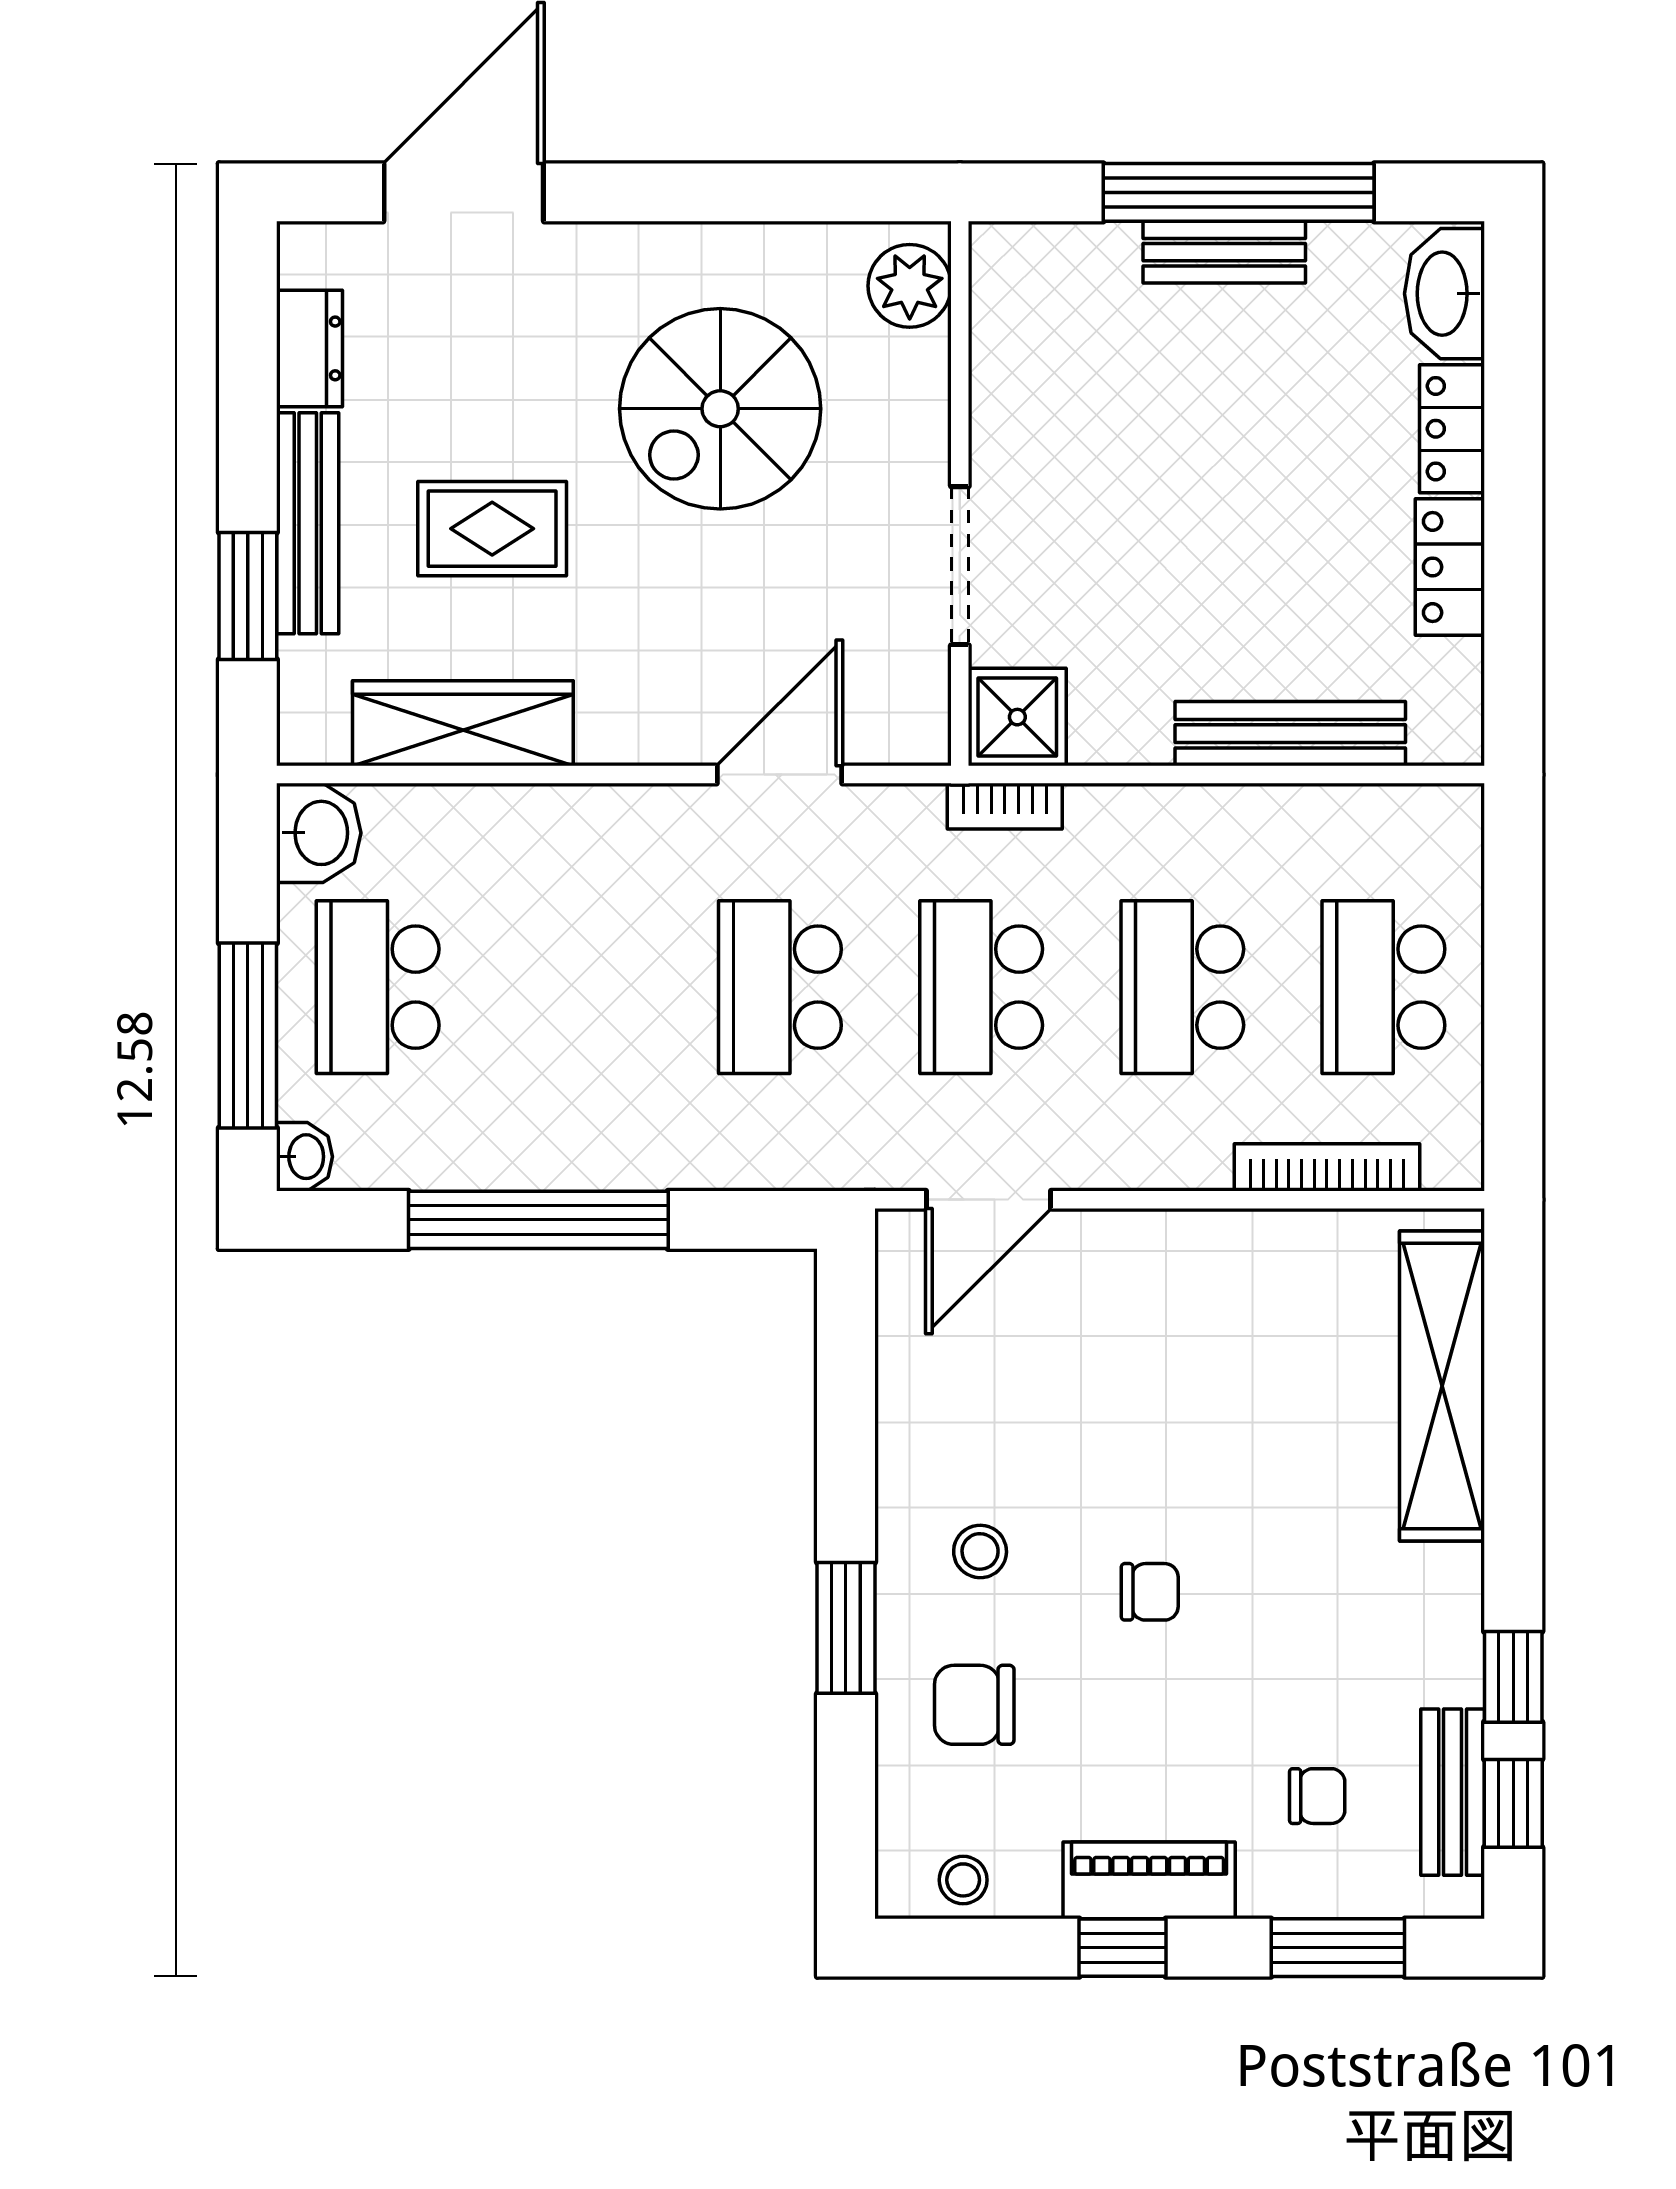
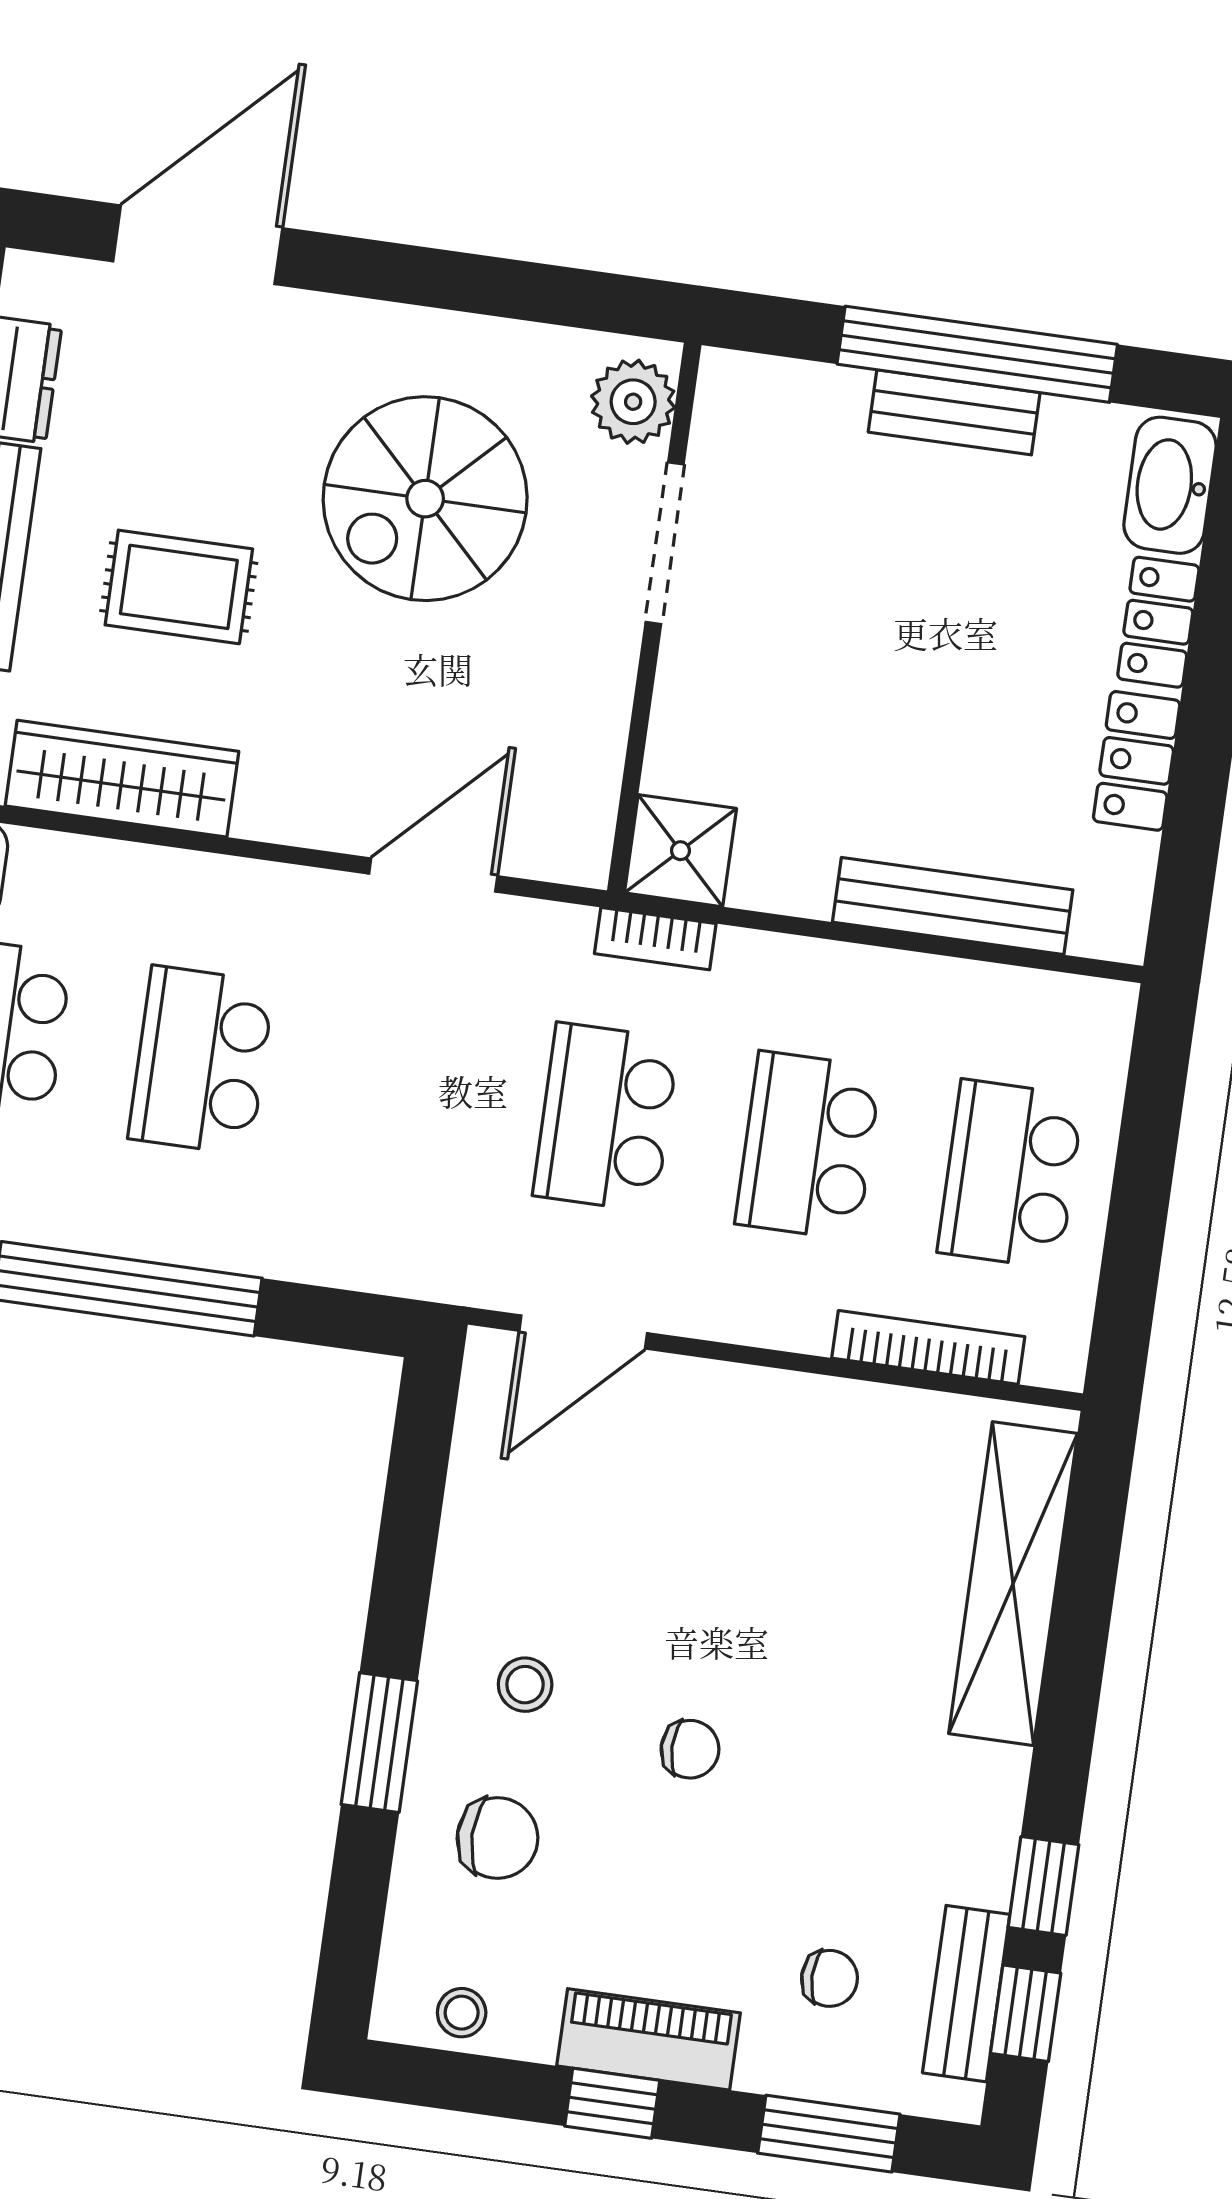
doorway: (960, 566) -> (665, 543), moved
school desk: (780, 987) -> (201, 1060), moved
chair: (974, 1705) -> (497, 1838), turned 180

